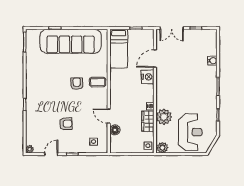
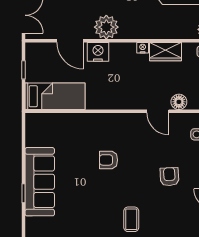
sofa: (71, 41) -> (40, 182), width x0.74, depth x0.79
coffee table: (98, 82) -> (131, 219), moved
door: (109, 116) -> (158, 111), hinge flipped
plant: (164, 117) -> (106, 27), moved

